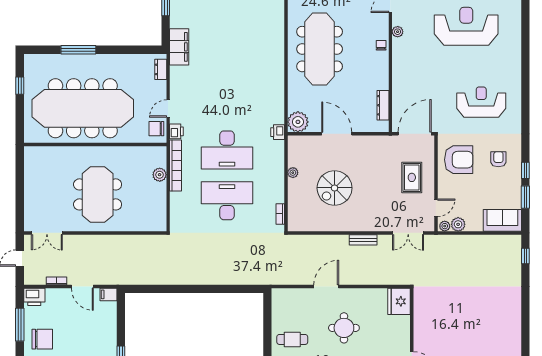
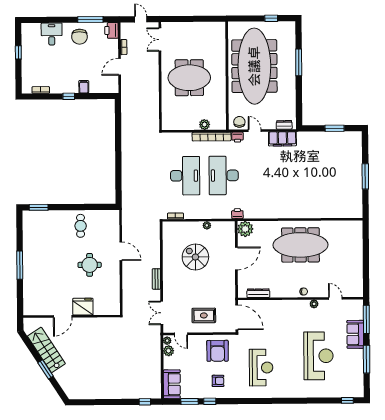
filing cabinet: (179, 47) -> (282, 139), moved
filing cabinet: (109, 294) -> (84, 87), moved
fridge: (399, 301) -> (83, 307), moved

